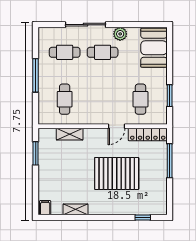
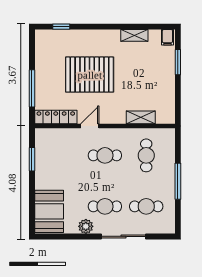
cafe table: (140, 99) -> (105, 155), moved, turned 90
window: (36, 153) -> (178, 62), moved

